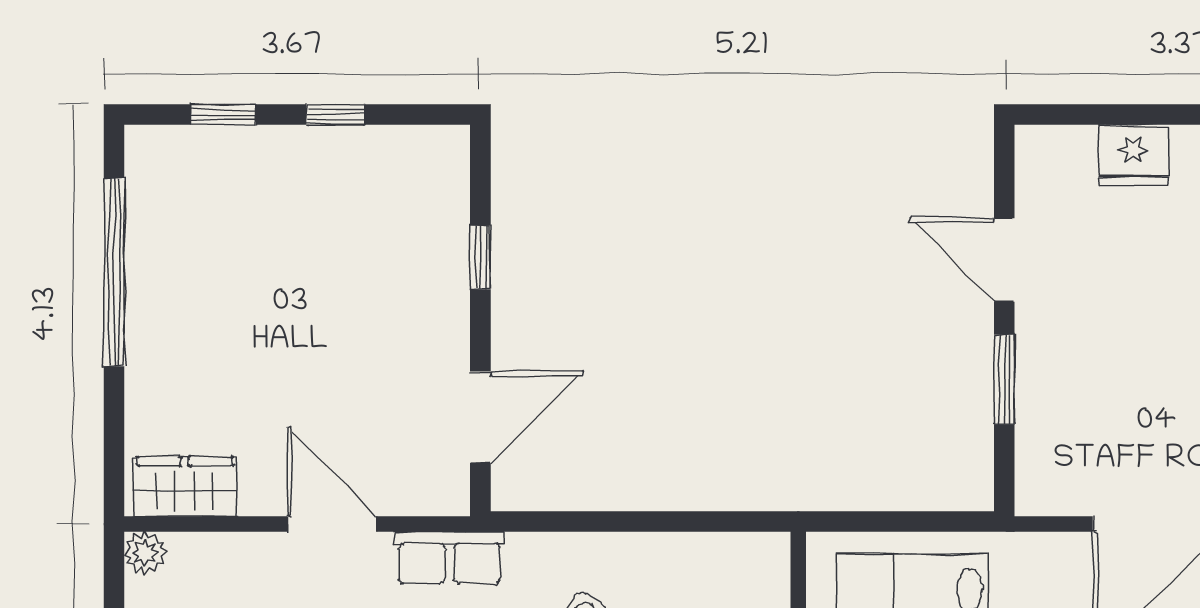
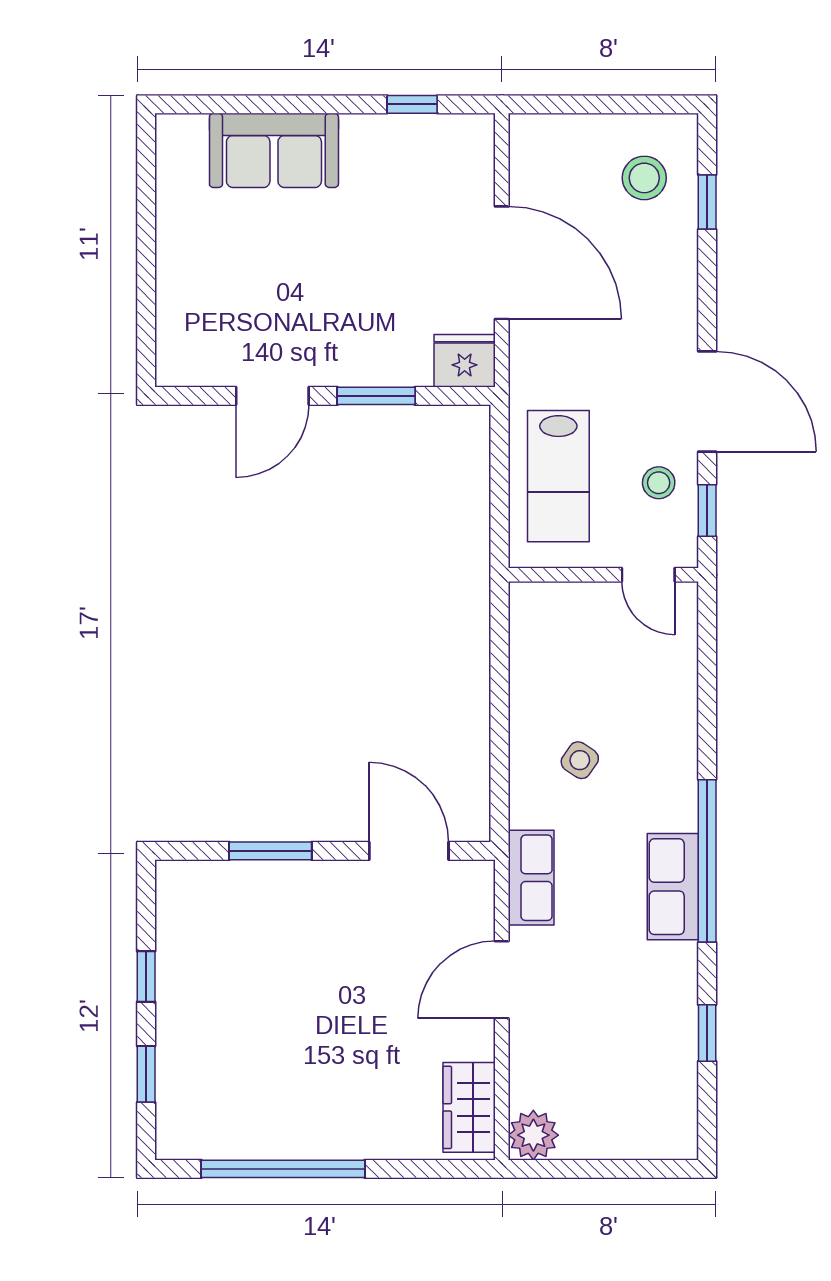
fridge: (1133, 155) -> (465, 361), moved, turned -90
window: (480, 258) -> (270, 851), width x1.50
plant: (145, 553) -> (533, 1135), width x1.38, depth x1.38

